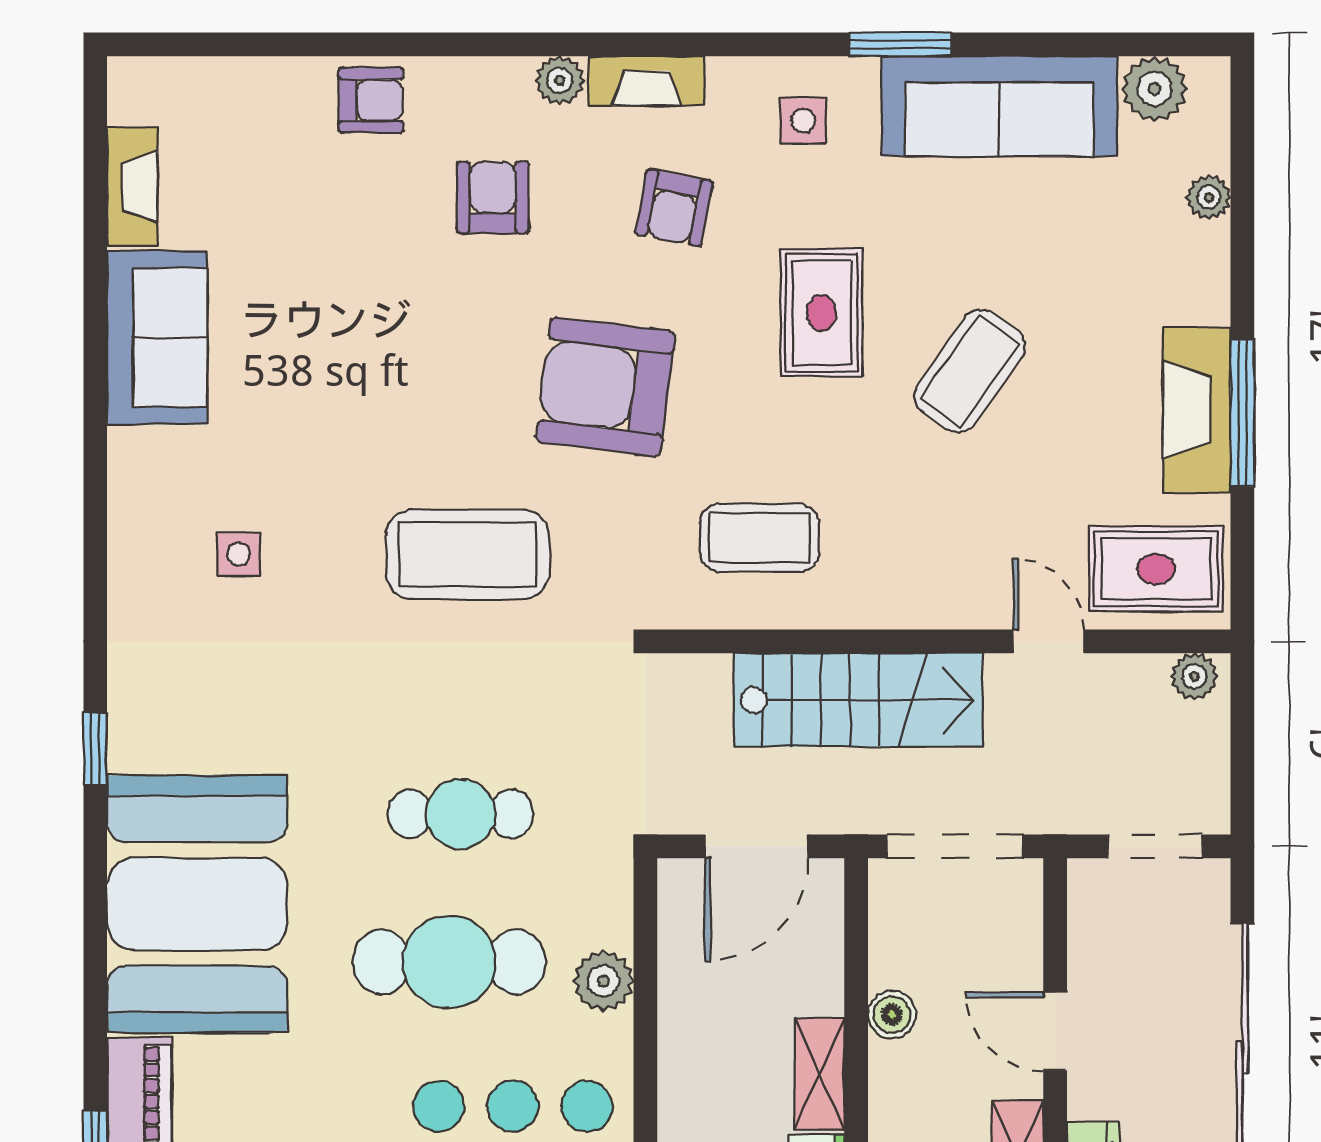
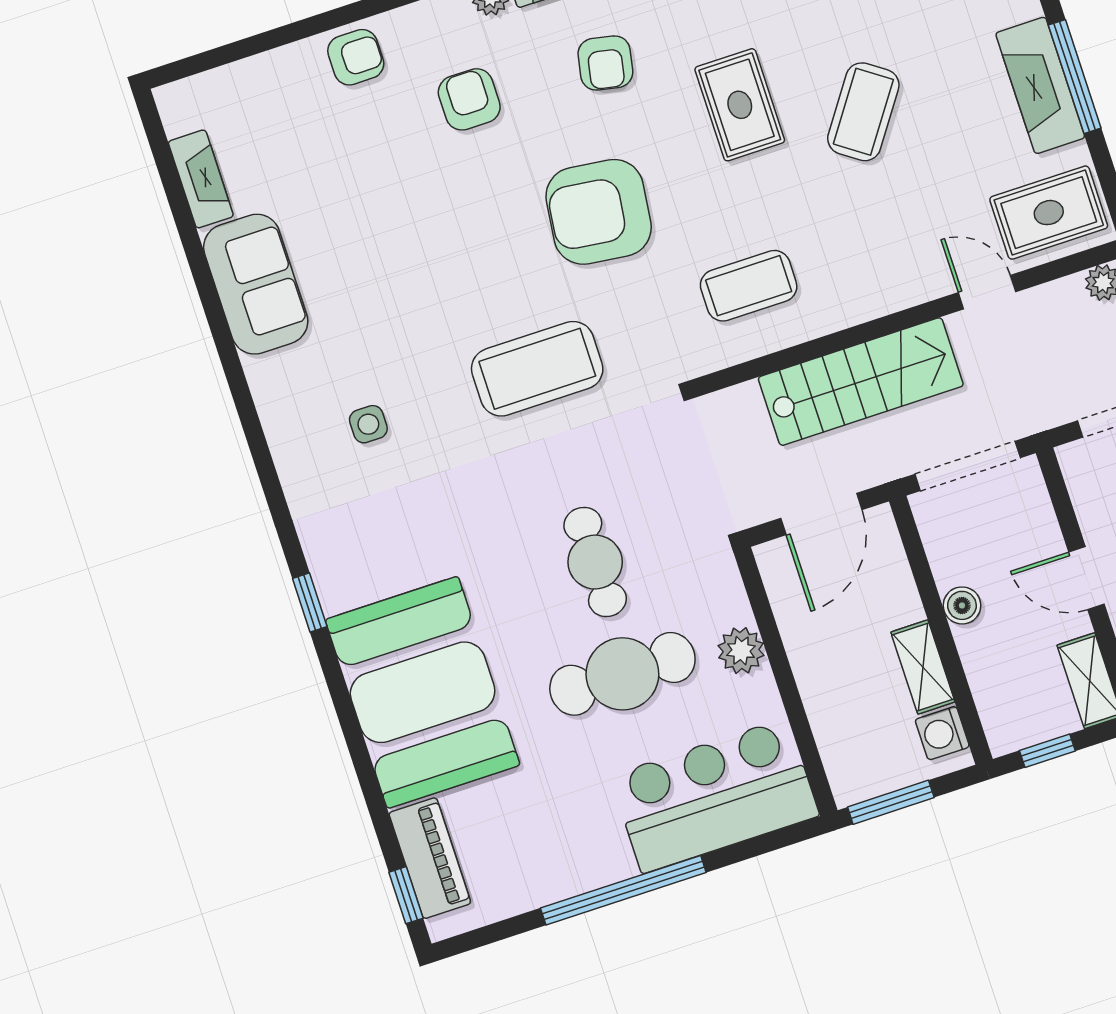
cafe table: (461, 814) -> (595, 562), turned 90

